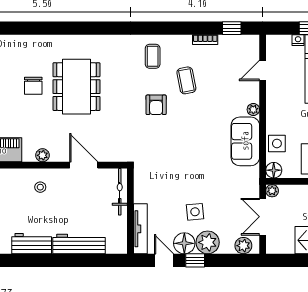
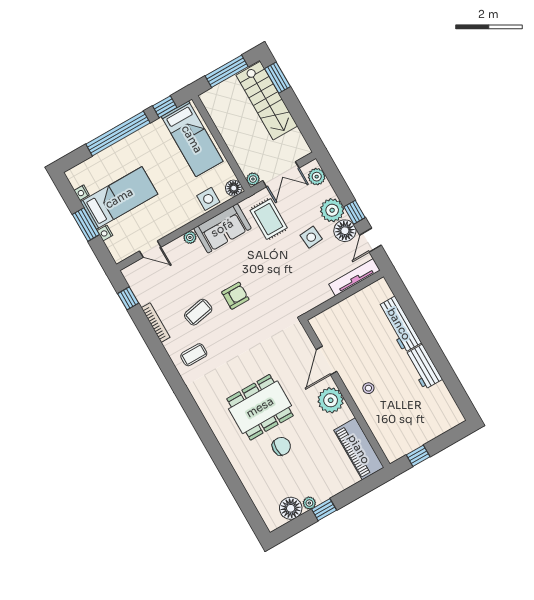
bookcase: (205, 40) -> (156, 323), width x1.56
armchair: (156, 105) -> (235, 296), moved
plant: (42, 155) -> (331, 400), width x1.88, depth x1.88
rug: (231, 185) -> (269, 219), added
bicycle: (120, 192) -> (332, 315), removed

